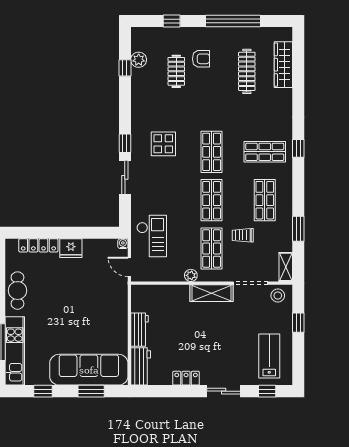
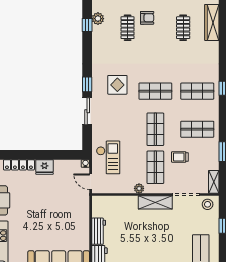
clothes rail: (247, 71) -> (183, 28), width x0.73
shop shelf: (212, 152) -> (155, 91), turned 90
shop shelf: (265, 200) -> (197, 129), turned 90

